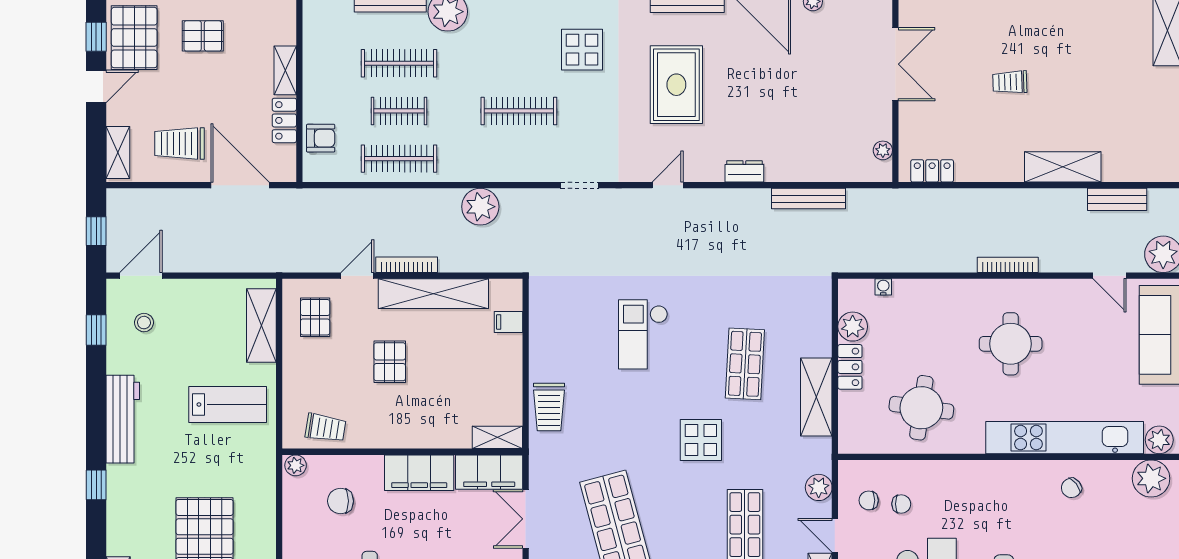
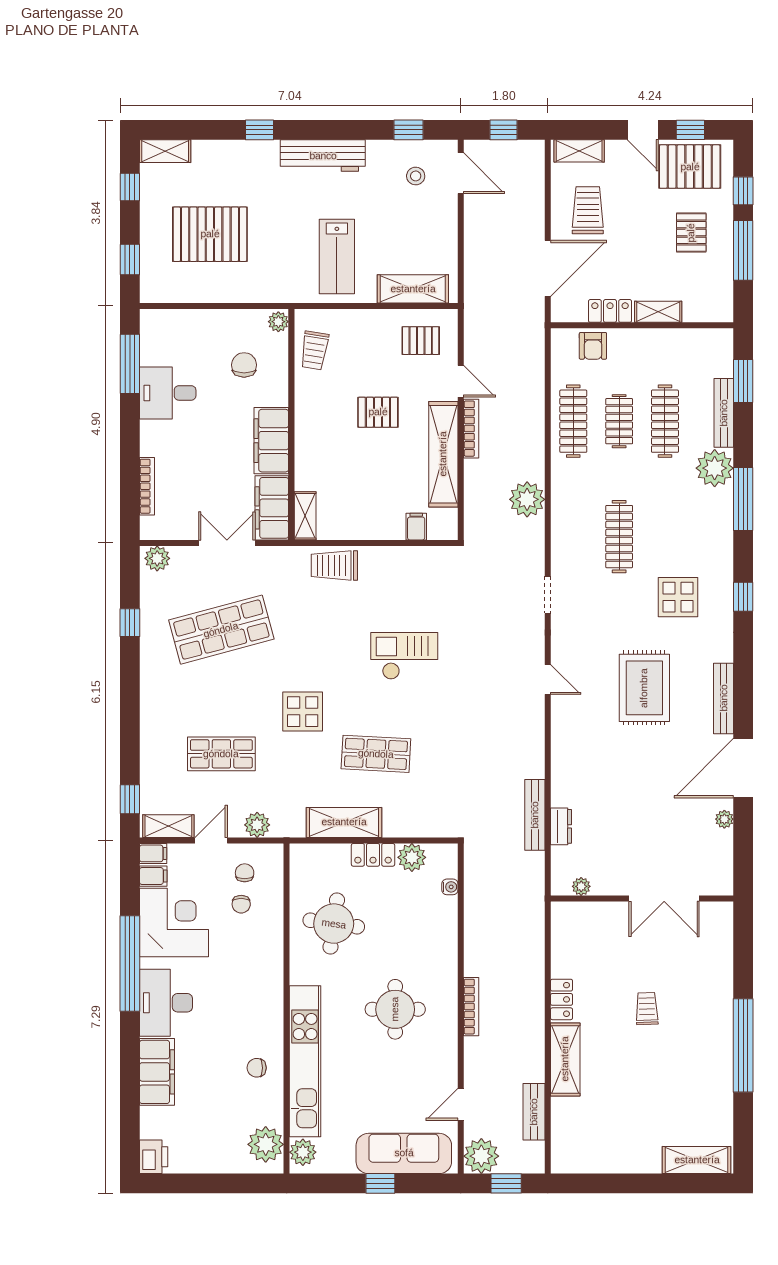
rug: (676, 85) -> (644, 688), turned 90
dresser: (744, 171) -> (561, 826), moved
locker: (932, 171) -> (562, 999), moved
chair: (1071, 488) -> (257, 1068), turned -51

